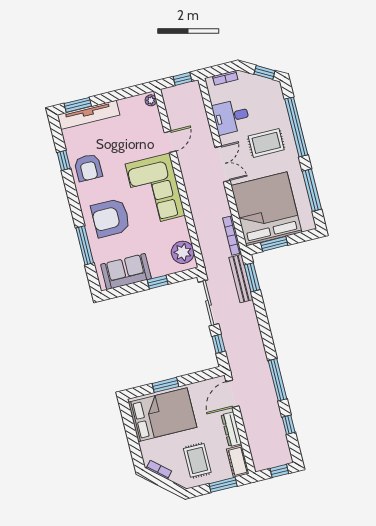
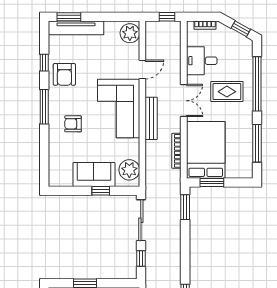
plant: (151, 100) -> (130, 33), width x1.88, depth x1.88
bed: (266, 209) -> (206, 150), width x0.73
armchair: (111, 218) -> (73, 124), width x0.53, depth x0.53
bookcase: (232, 235) -> (176, 151), moved
window: (85, 245) -> (44, 107), moved
sofa: (126, 272) -> (94, 175), moved
bench: (241, 279) -> (151, 118), moved

